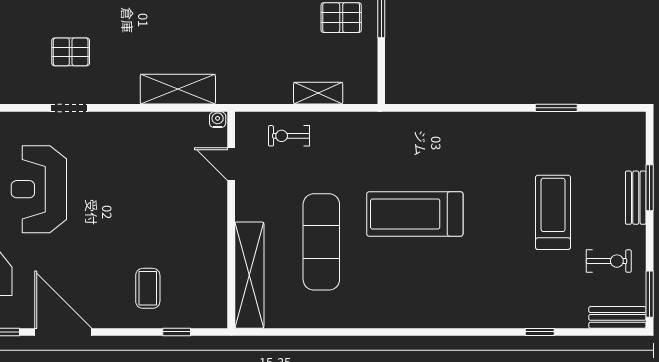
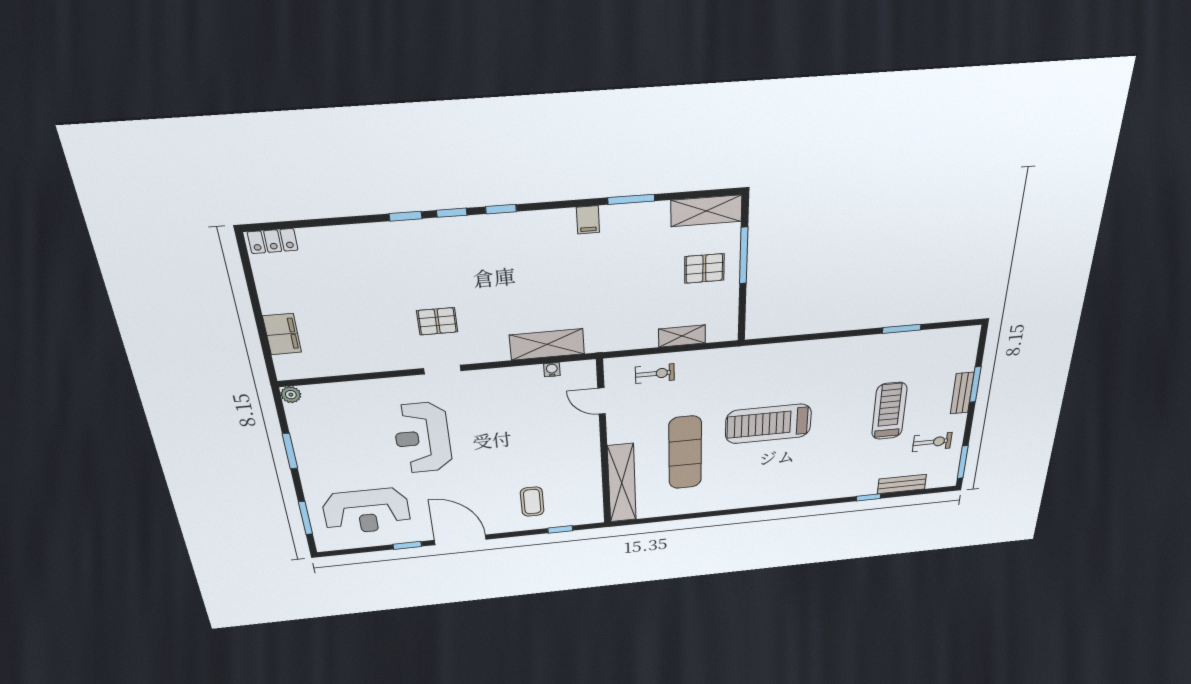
water cooler: (218, 120) -> (552, 370), moved
exercise bike: (289, 136) -> (655, 374), turned 180
bench: (617, 317) -> (902, 484), moved

